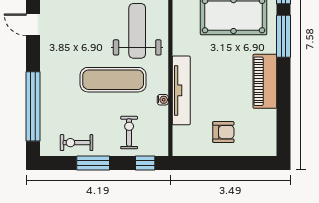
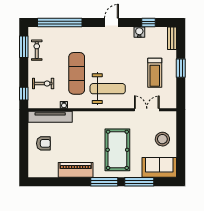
tv unit: (181, 90) -> (50, 117), moved
armchair: (223, 132) -> (43, 143), turned -90
window: (93, 163) -> (24, 47), moved

